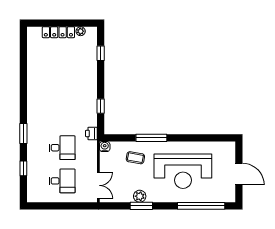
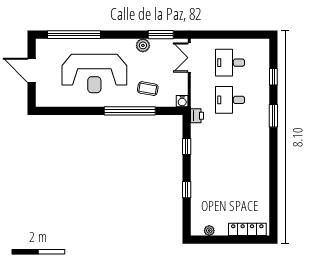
locker: (58, 32) -> (247, 229), moved
window: (101, 53) -> (187, 190), moved
window: (151, 138) -> (130, 111), width x1.46
reception desk: (183, 171) -> (94, 73), turned 180
window: (141, 206) -> (161, 35), moved

